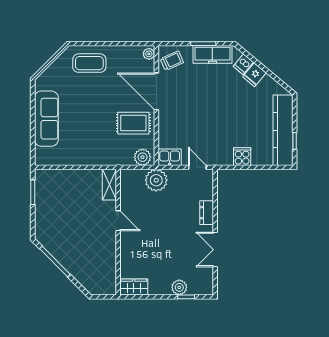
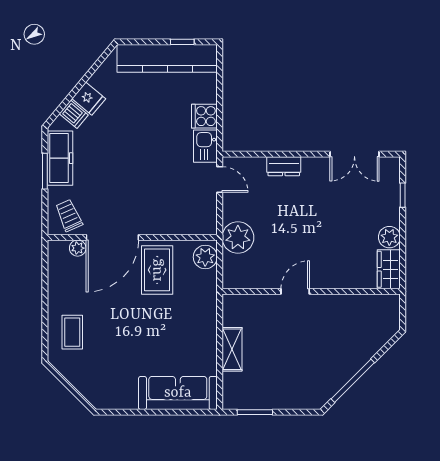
plant: (149, 54) -> (78, 248), moved
coffee table: (89, 63) -> (72, 332), width x0.73, depth x0.77
sofa: (46, 119) -> (178, 393), moved
kitchen sink: (170, 157) -> (205, 146), moved
door: (197, 167) -> (220, 179), swing flipped
shelving: (109, 185) -> (232, 349), moved, turned 90
double door: (215, 250) -> (354, 154), moved
plant: (179, 287) -> (389, 237), moved

